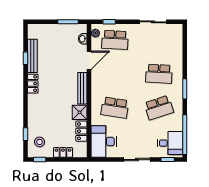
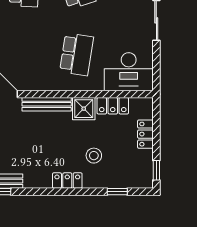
locker: (33, 84) -> (67, 181), moved
stool: (40, 142) -> (94, 156), moved

